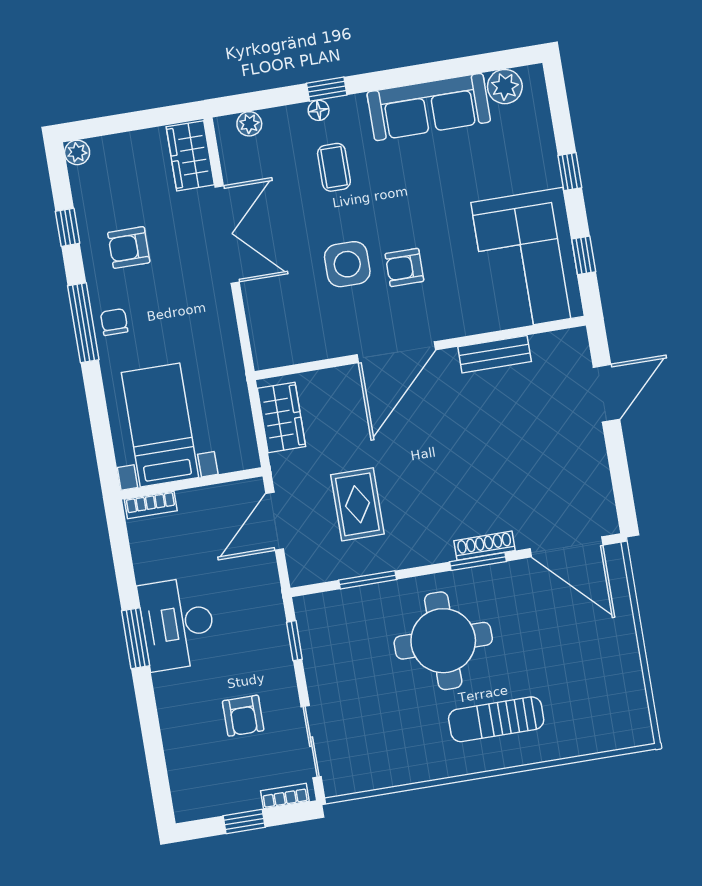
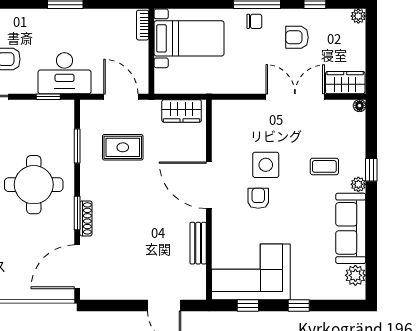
floor lamp: (319, 110) -> (360, 106), moved
plant: (249, 124) -> (358, 184), moved
double door: (227, 234) -> (295, 97), swing flipped
armchair: (129, 248) -> (297, 37), turned -90
desk: (178, 624) -> (64, 73), moved, turned 180

